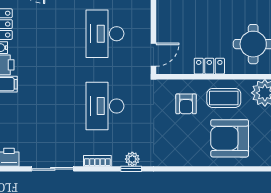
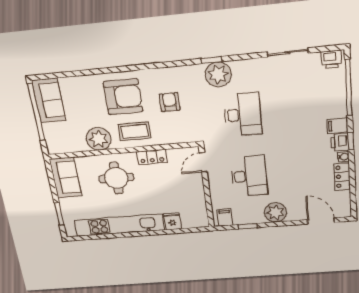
armchair: (186, 104) -> (170, 102), moved
plant: (132, 159) -> (218, 74), width x1.88, depth x1.88
bookcase: (97, 161) -> (245, 64), removed

